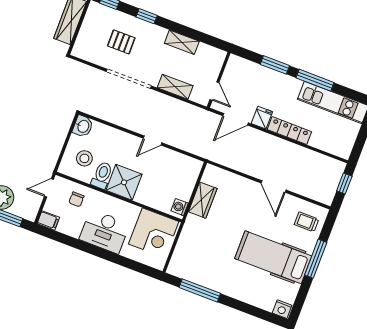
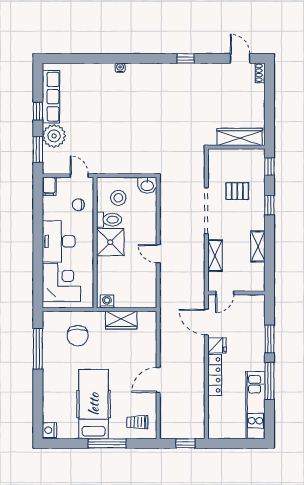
pallet: (121, 42) -> (237, 191), turned 90
trolley: (306, 222) -> (137, 422), turned -90
corner desk: (154, 233) -> (61, 282), moved, turned 180
chair: (202, 248) -> (78, 336), added

